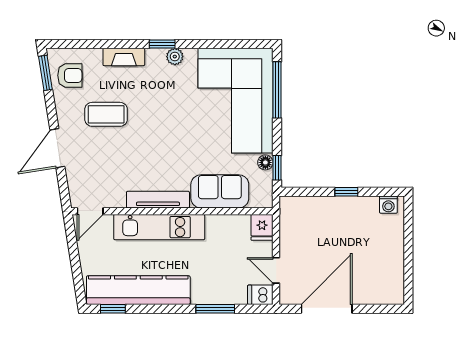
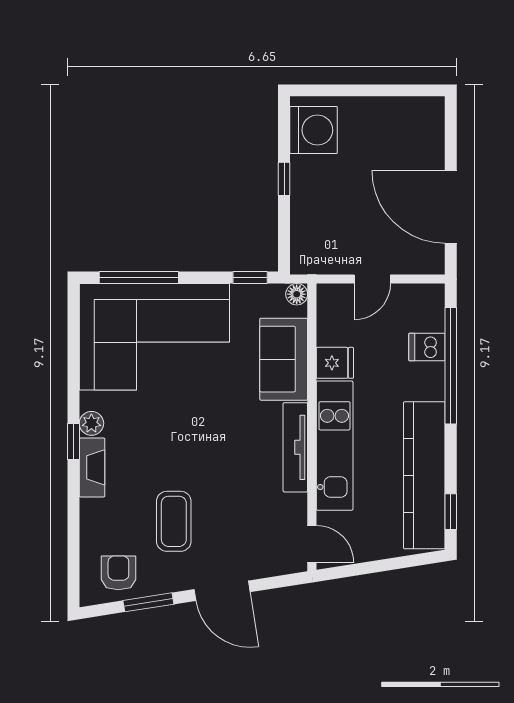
fireplace: (124, 57) -> (92, 467), moved
window: (45, 73) -> (148, 602), moved
floor lamp: (265, 162) -> (297, 294), moved
washing machine: (388, 205) -> (314, 130), width x1.89, depth x1.89
fridge: (262, 227) -> (335, 363), moved
door: (276, 270) -> (372, 279), moved
dishwasher: (260, 295) -> (427, 347), moved, turned 90
window: (215, 309) -> (451, 366), width x2.11

